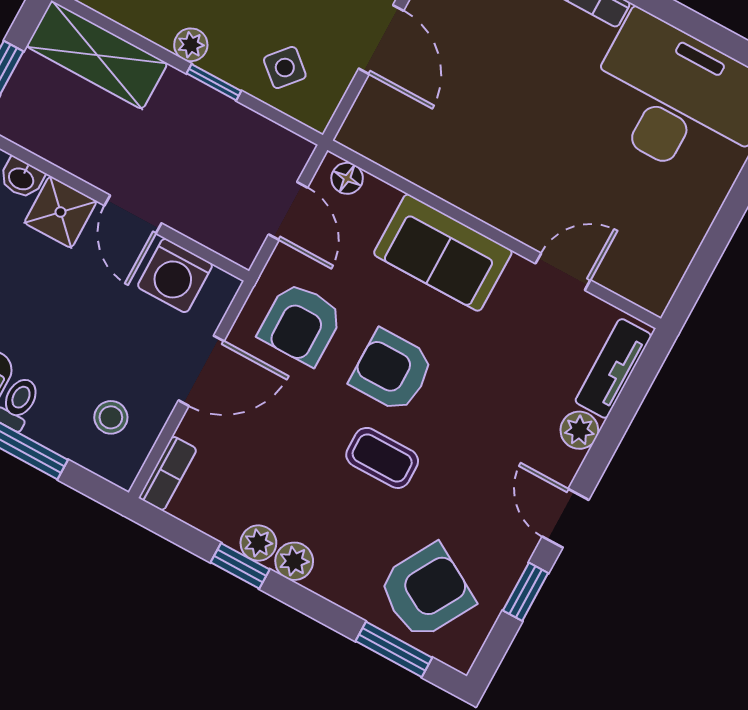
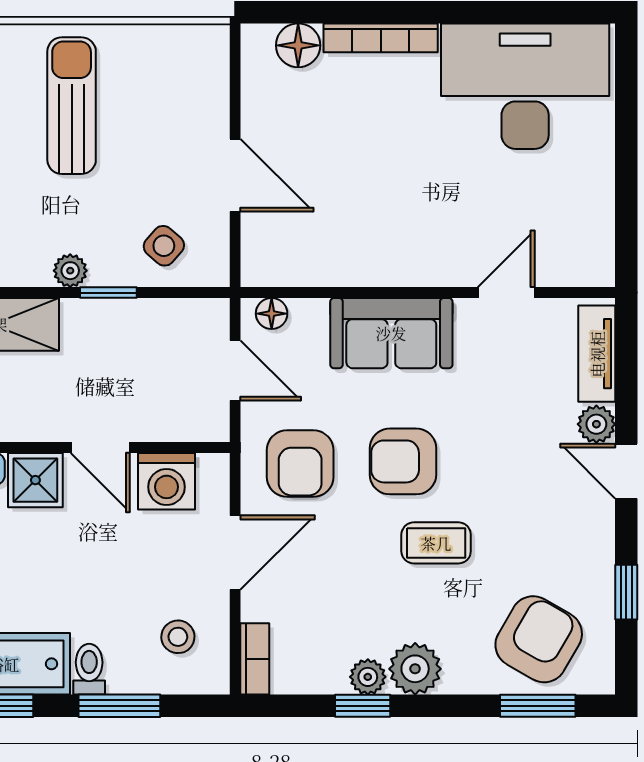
door: (565, 518) -> (626, 471), moved
plant: (294, 561) -> (415, 669), width x1.38, depth x1.38

